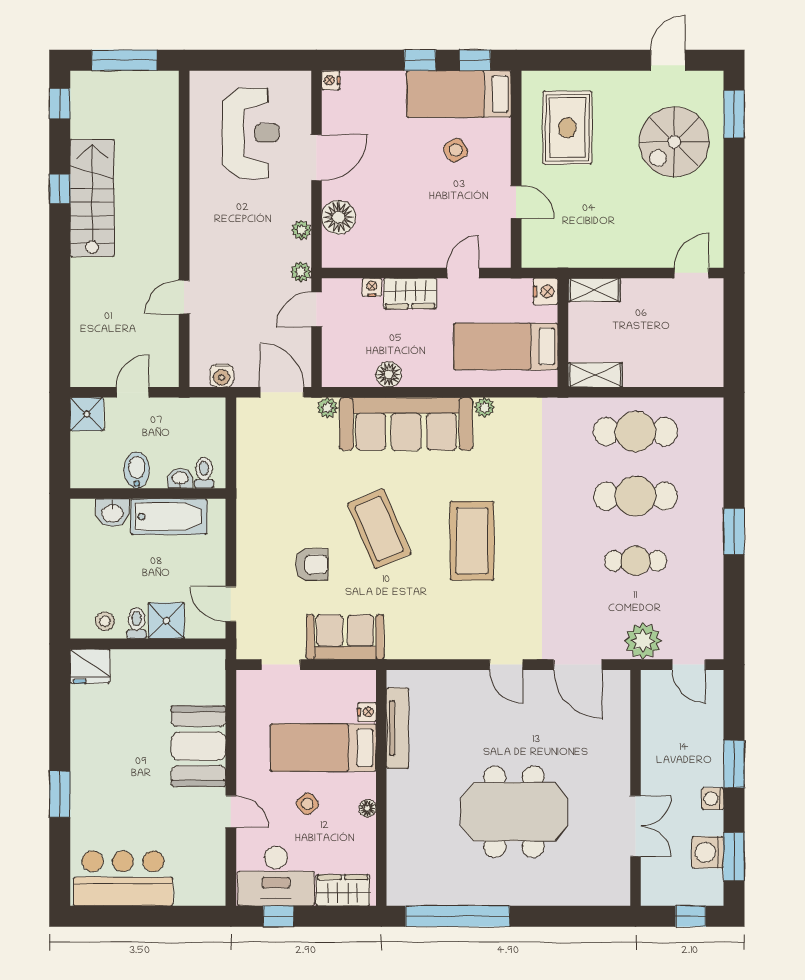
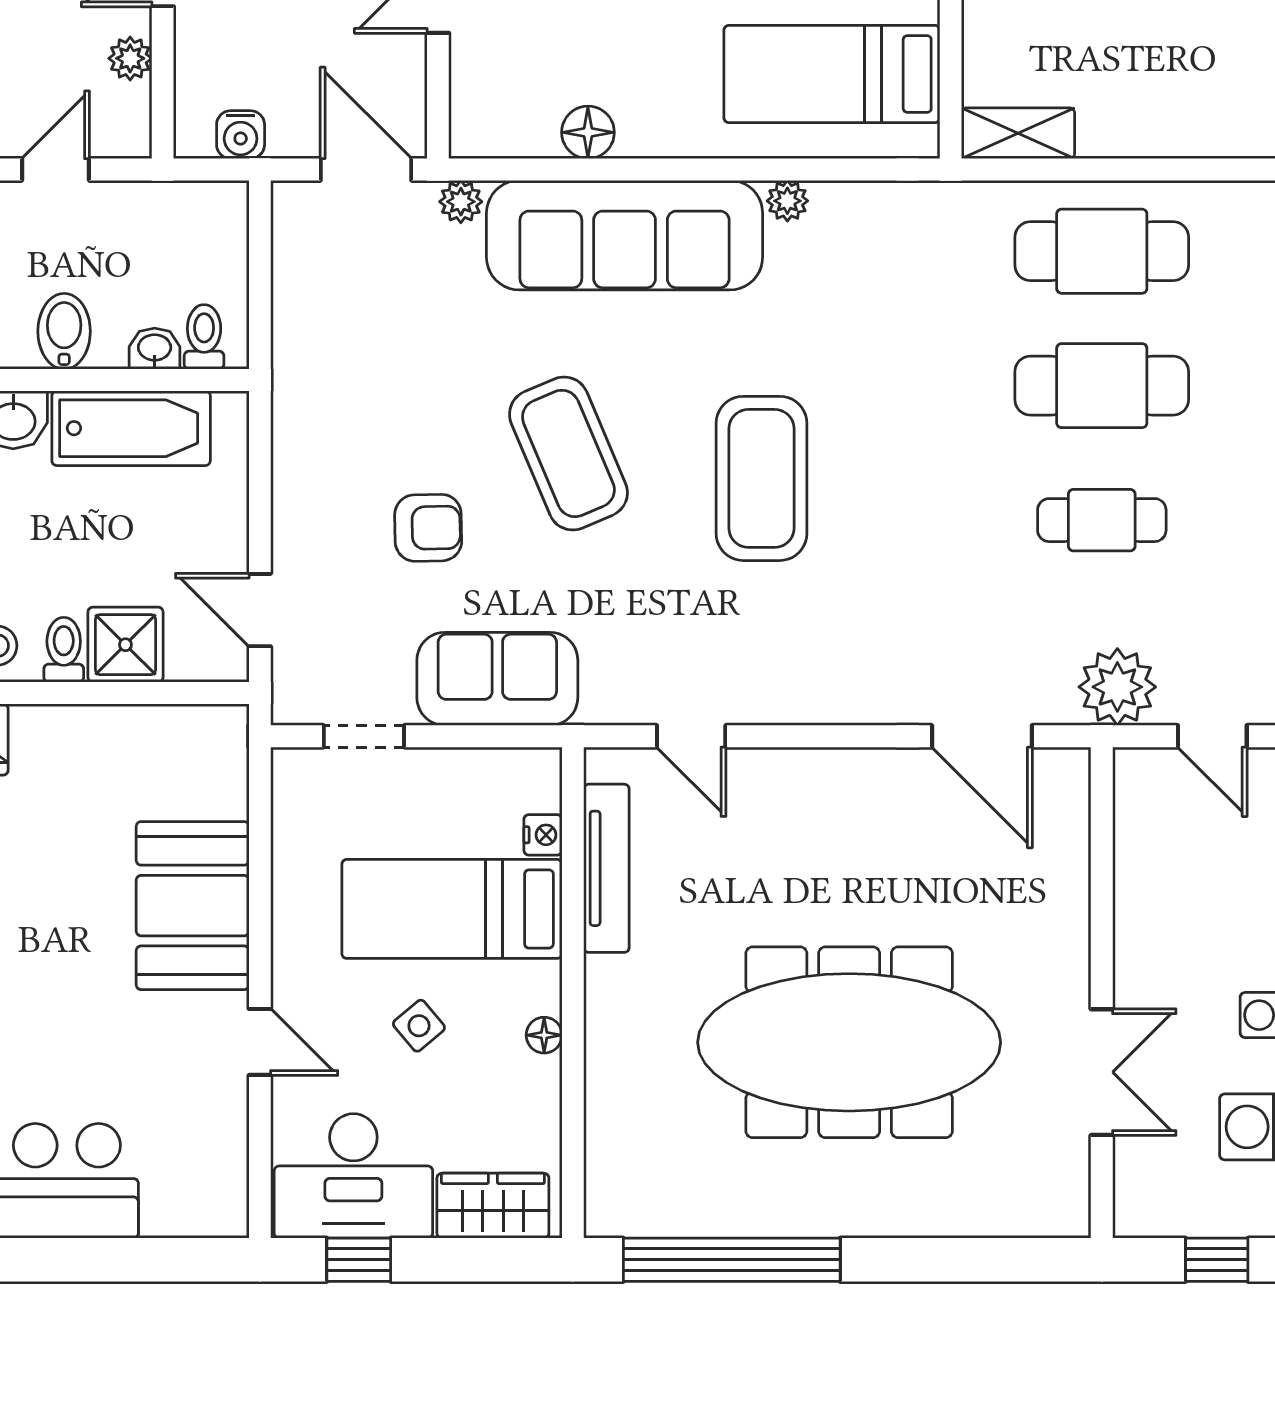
plant: (169, 339) -> (130, 58), added
door: (506, 665) -> (691, 736), moved
meeting table: (514, 812) -> (849, 1042), width x1.36

